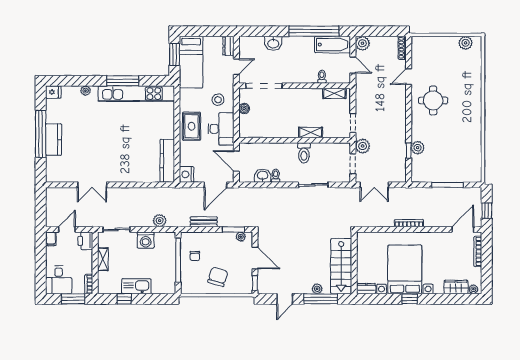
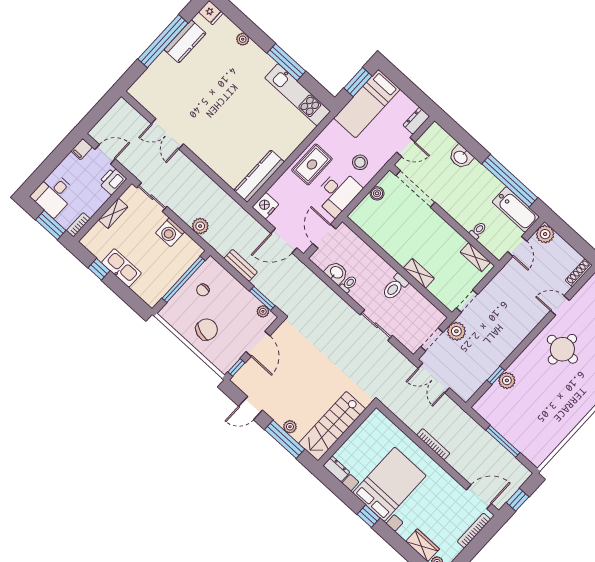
kitchen unit: (136, 94) -> (298, 95), width x0.73
kitchen counter: (54, 140) -> (185, 41), moved

